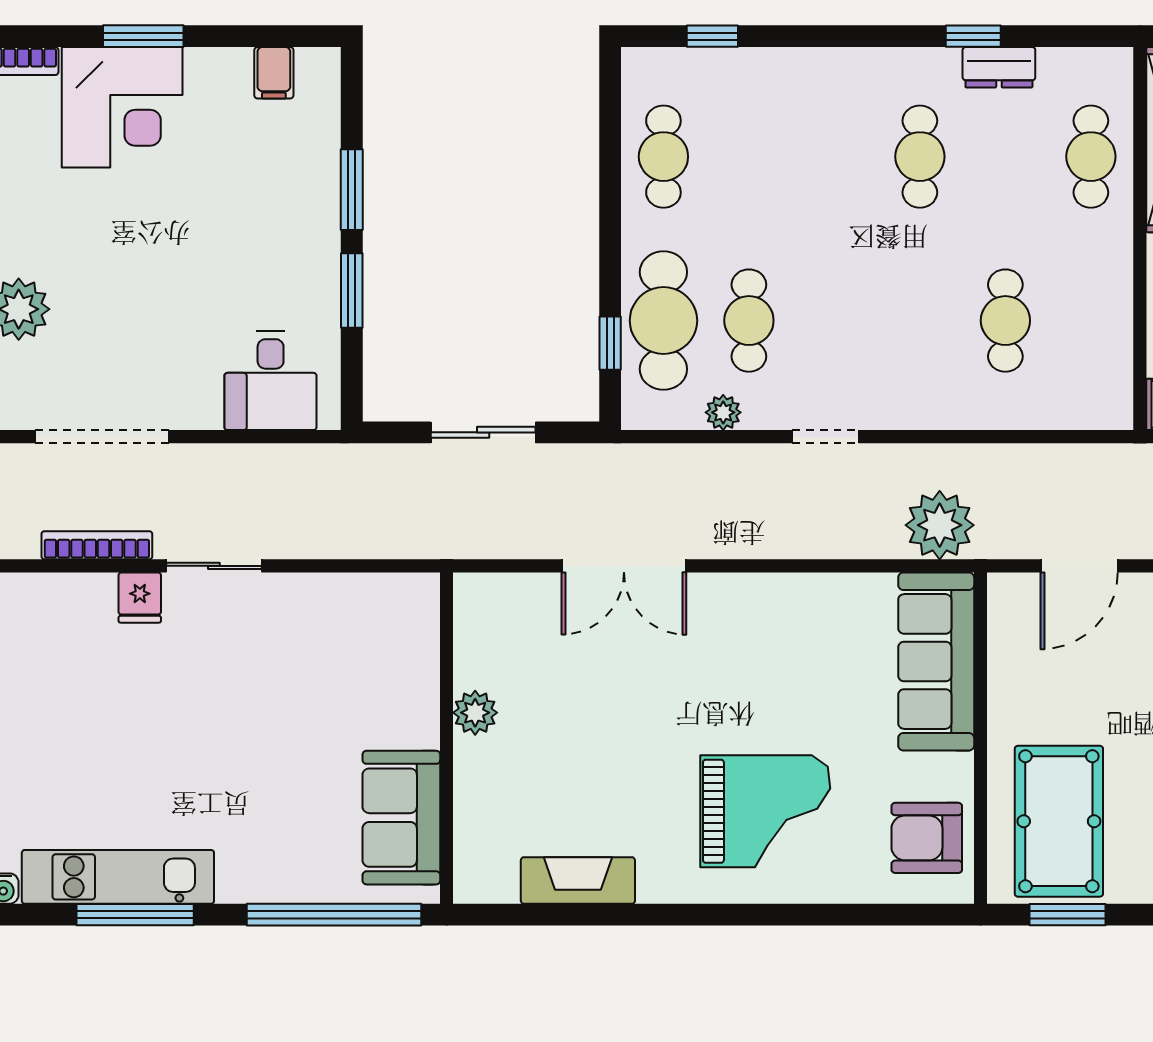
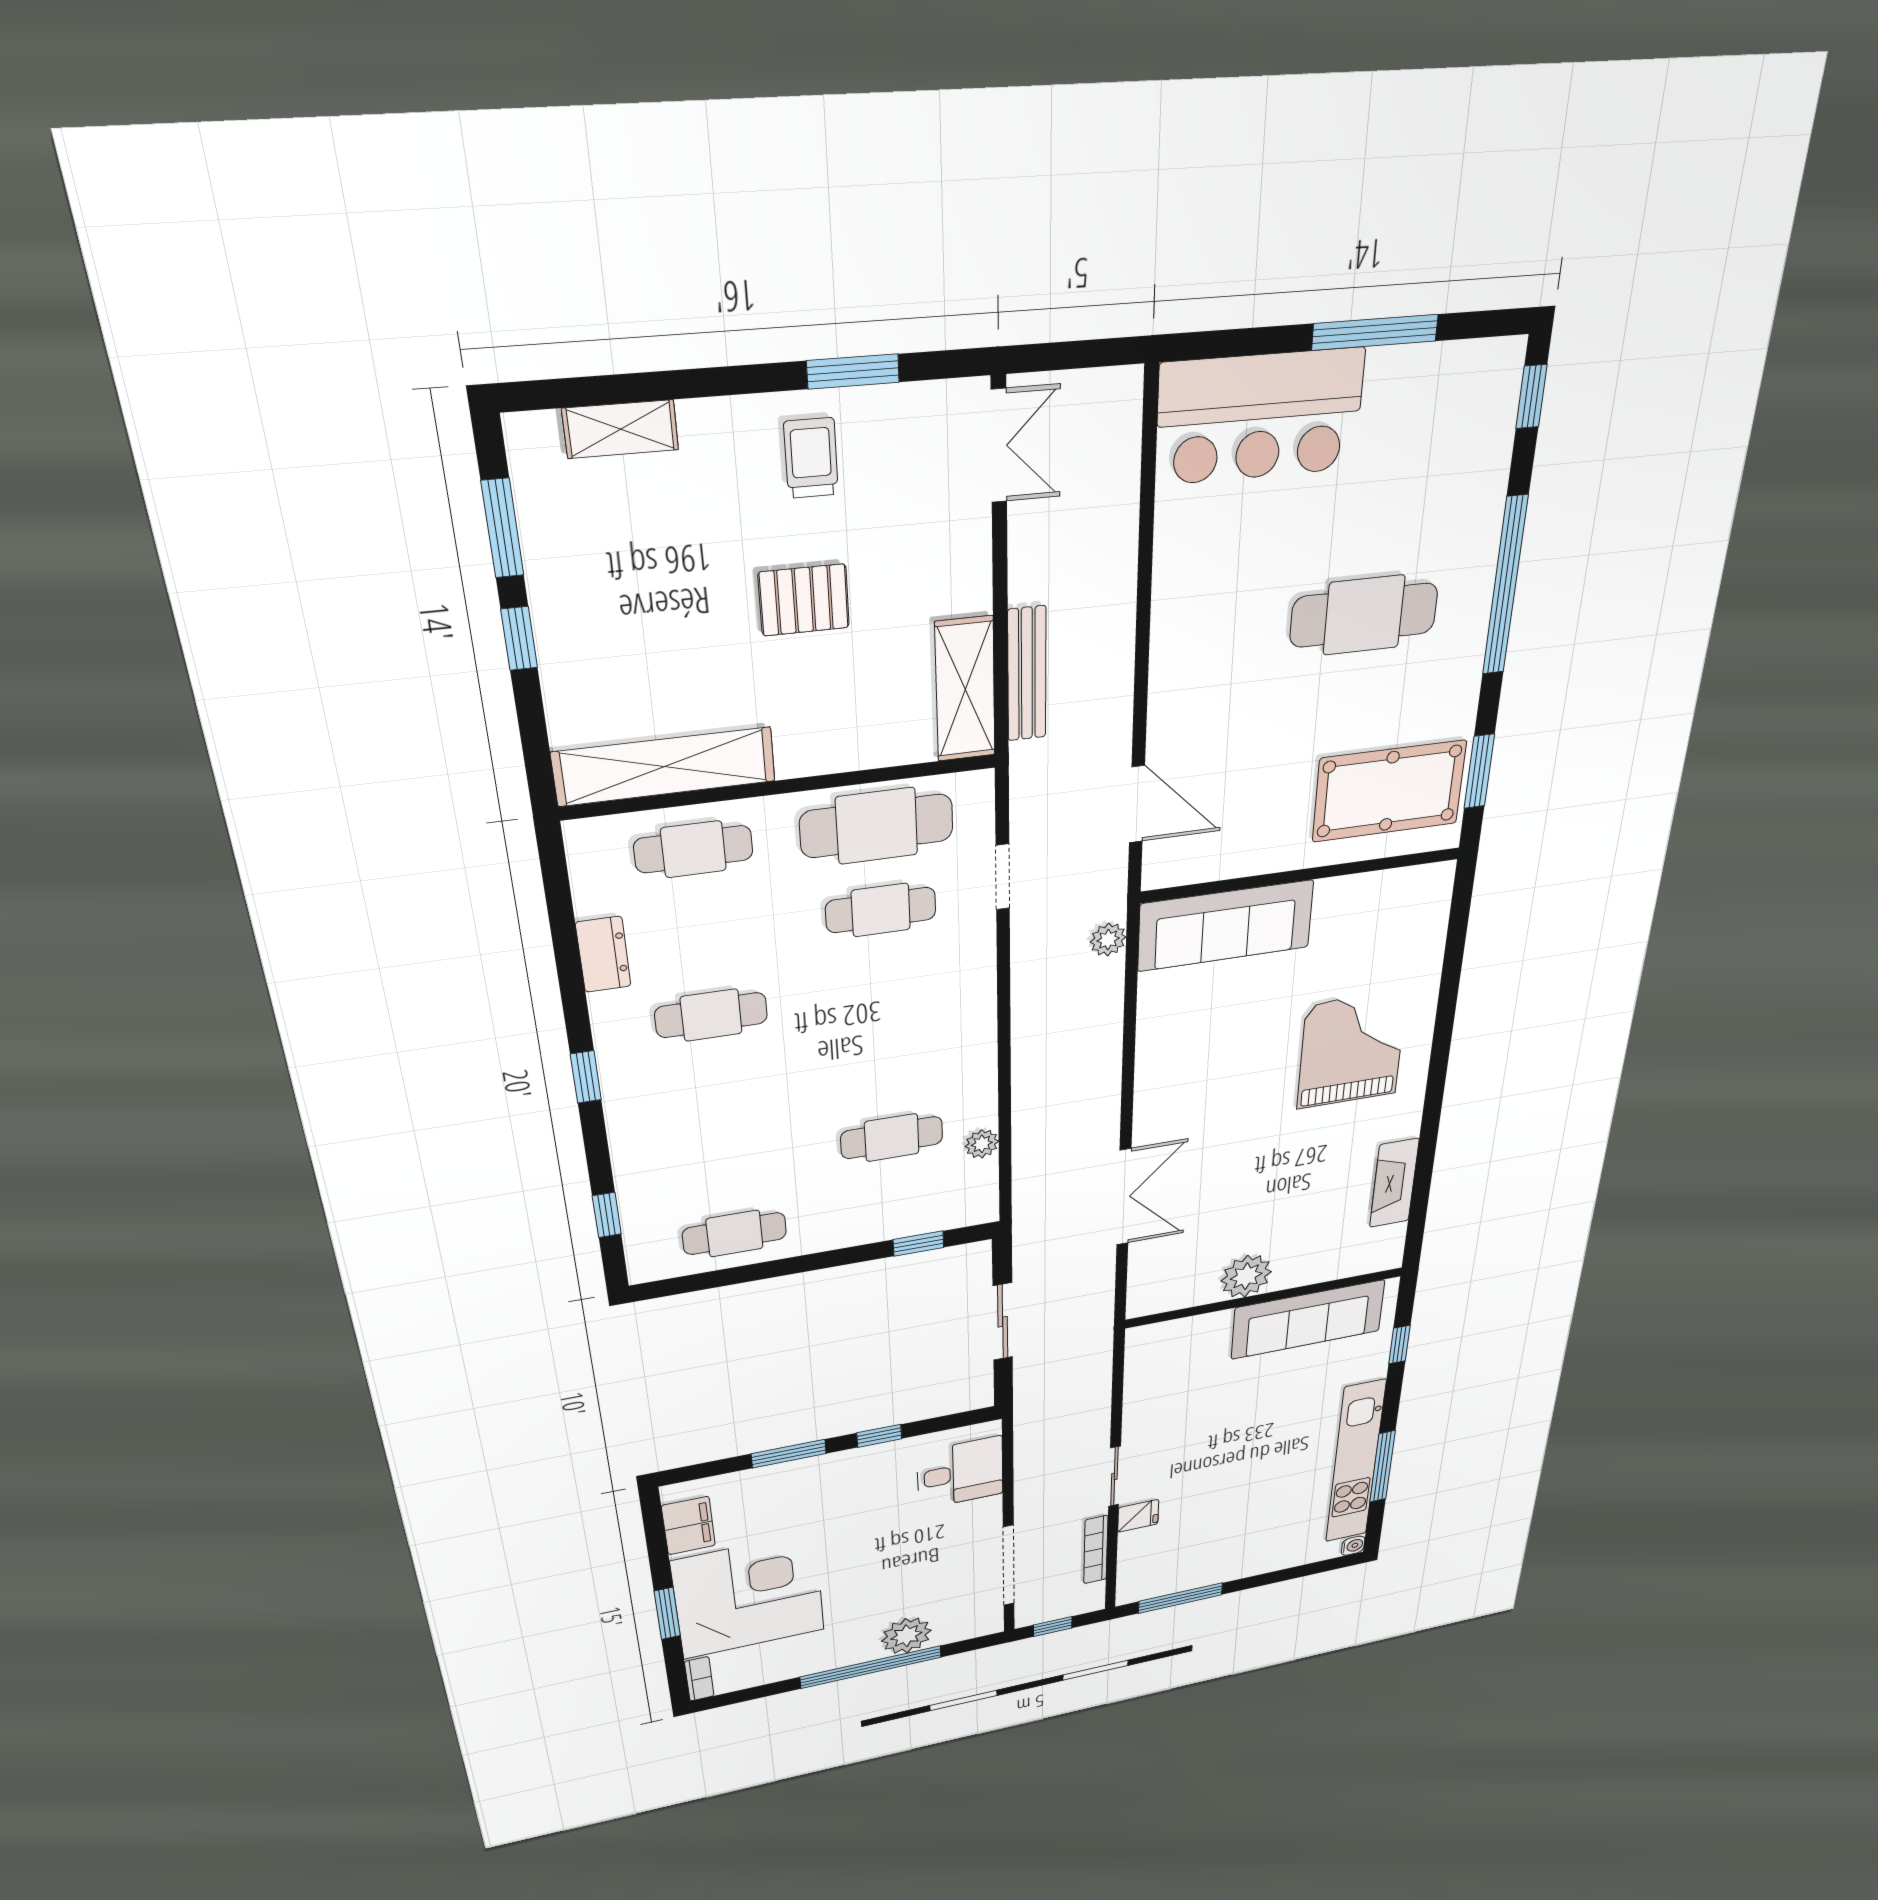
window: (973, 36) -> (586, 1077), moved
filing cabinet: (274, 73) -> (688, 1526), width x2.00
corner desk: (122, 107) -> (749, 1596), width x1.36, depth x1.36
window: (352, 290) -> (879, 1436), width x0.67
cafe table: (663, 321) -> (877, 826), moved
doorway: (825, 437) -> (1003, 877), moved
plant: (940, 525) -> (1108, 940), width x0.53, depth x0.53
plant: (475, 713) -> (1246, 1276), width x1.36, depth x1.36
sofa: (401, 818) -> (1308, 1319), width x1.36
armchair: (927, 838) -> (1391, 910), removed
kitchen unit: (118, 877) -> (1355, 1462), width x1.36
window: (334, 915) -> (1399, 1345), width x0.32

